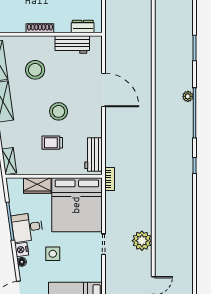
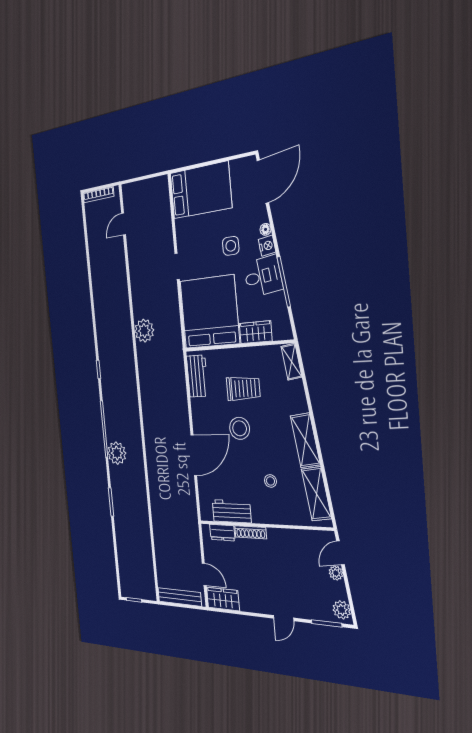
shoe rack: (40, 28) -> (251, 532), moved
stool: (35, 70) -> (270, 481), width x0.53, depth x0.53
door: (104, 90) -> (194, 455), swing flipped
plant: (188, 96) -> (117, 453), width x1.87, depth x1.87
trolley: (52, 143) -> (243, 389), width x1.36, depth x1.39
bookcase: (110, 179) -> (178, 347), removed
plant: (142, 241) -> (144, 331), moved

